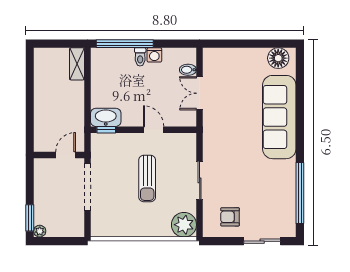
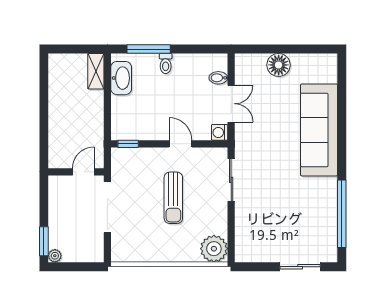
window: (125, 44) -> (149, 49), width x0.68
washing machine: (154, 55) -> (220, 132), moved, turned 90
floor lamp: (278, 58) -> (279, 65), moved
double door: (200, 93) -> (231, 104), swing flipped
washbasin: (106, 117) -> (121, 78), moved, turned 90
sliding door: (200, 180) -> (231, 180), moved
armchair: (230, 217) -> (265, 240), removed

